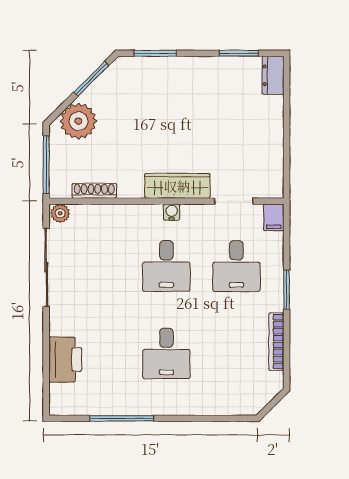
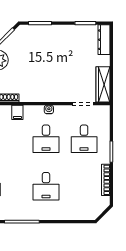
dresser: (273, 75) -> (104, 40), width x1.44
wardrobe: (177, 186) -> (103, 84), moved, turned -90
filing cabinet: (274, 217) -> (17, 112), moved

